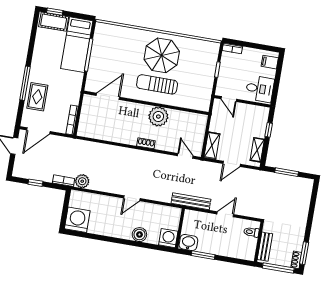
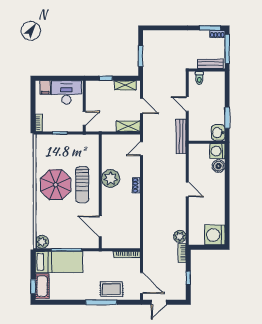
plant: (102, 30) -> (42, 242), added
desk: (260, 89) -> (66, 92), width x1.37
boiler: (139, 235) -> (219, 166), moved

